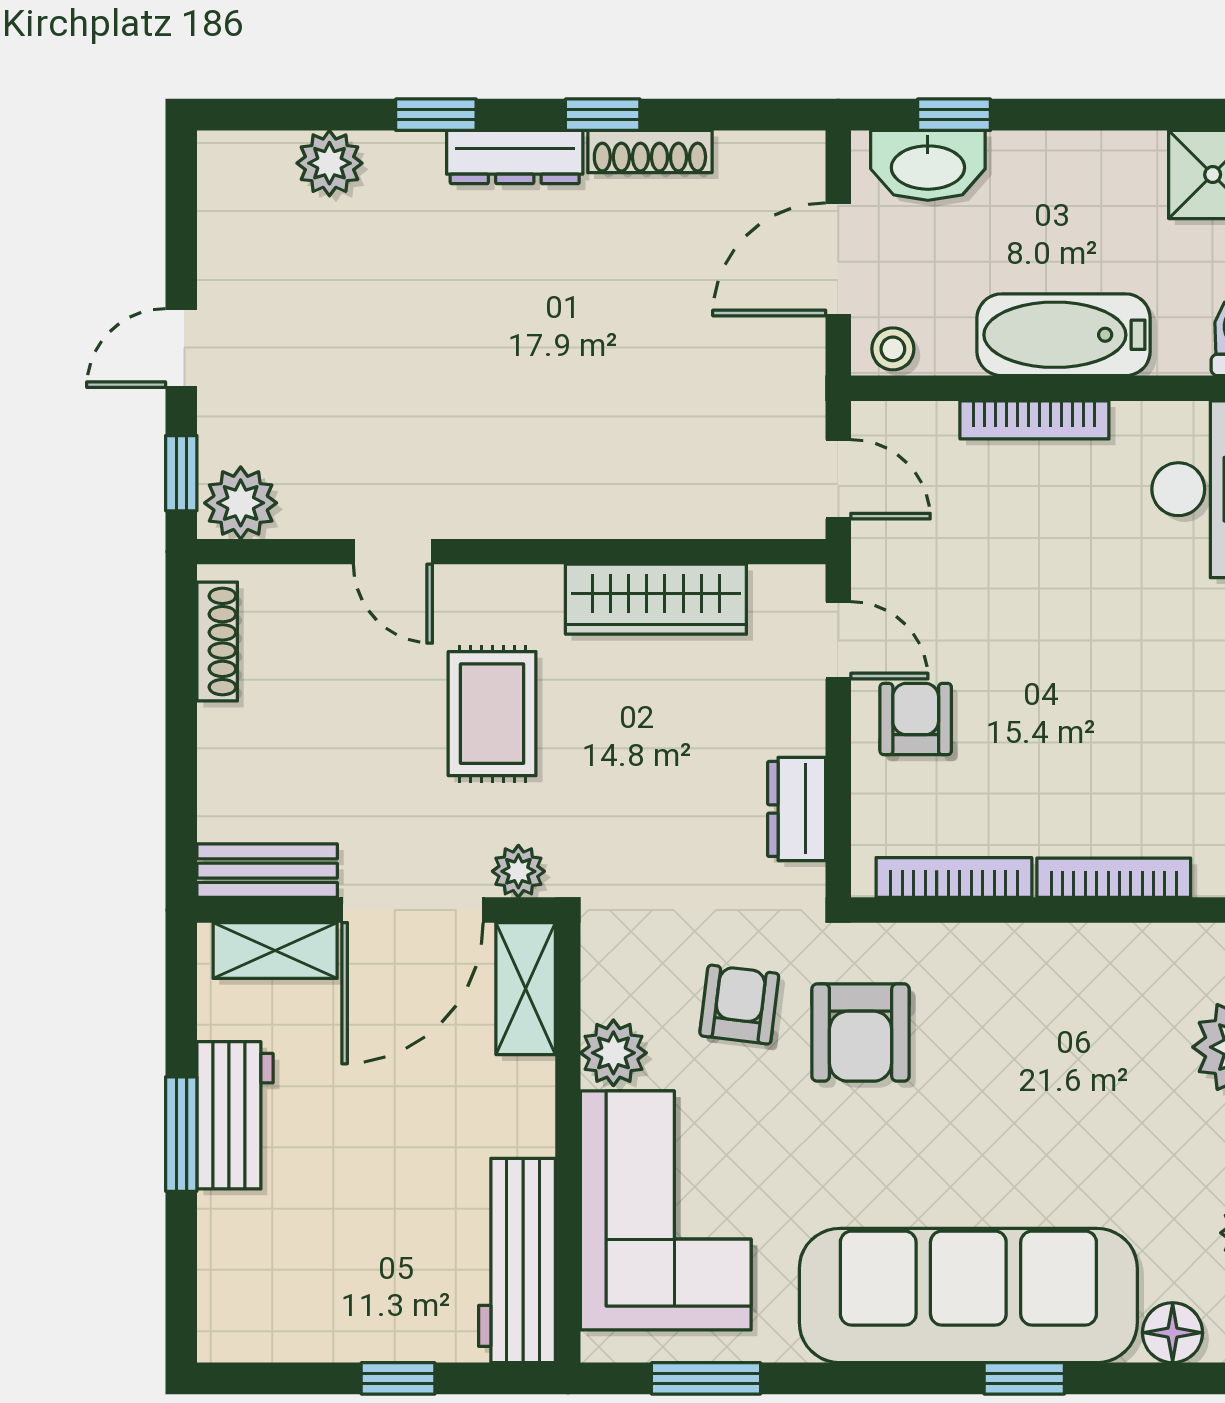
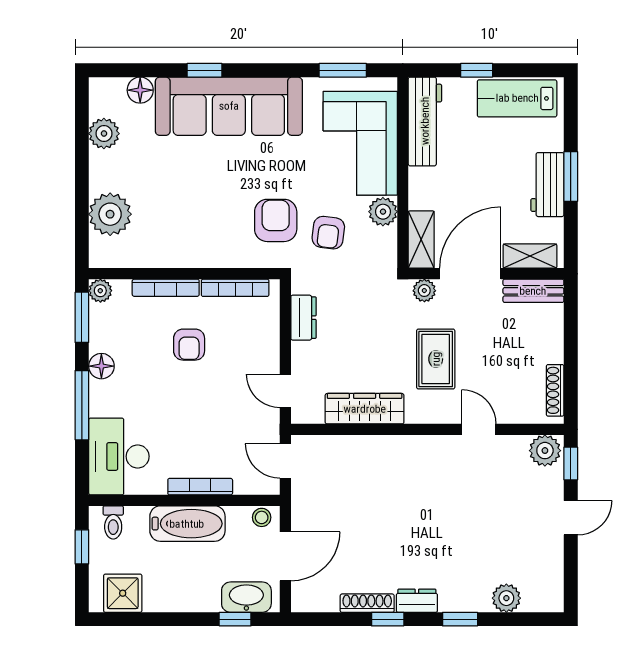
dresser: (515, 157) -> (417, 601), width x0.70
armchair: (916, 719) -> (189, 345), moved
lab bench: (305, 1314) -> (517, 98), added

